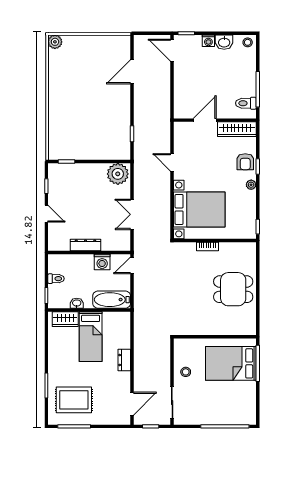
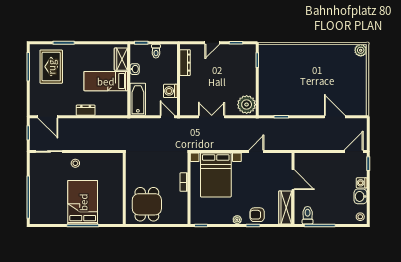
dresser: (85, 245) -> (185, 63), moved
wall: (215, 337) -> (124, 188), moved

